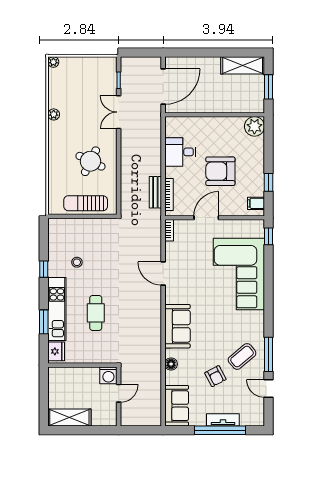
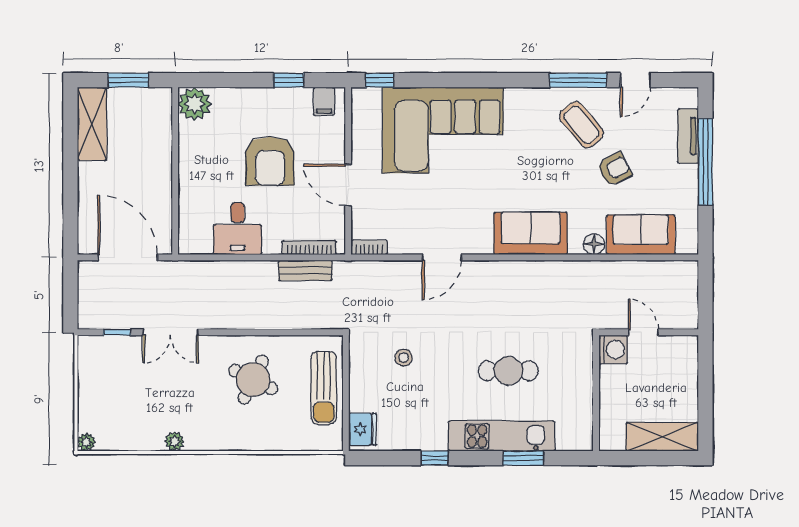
stool: (77, 262) -> (404, 358), moved
fridge: (56, 351) -> (362, 429), moved, turned 90
sofa: (177, 406) -> (641, 235), moved
shelving: (69, 418) -> (662, 437), moved, turned 90
tv unit: (223, 420) -> (688, 136), moved

